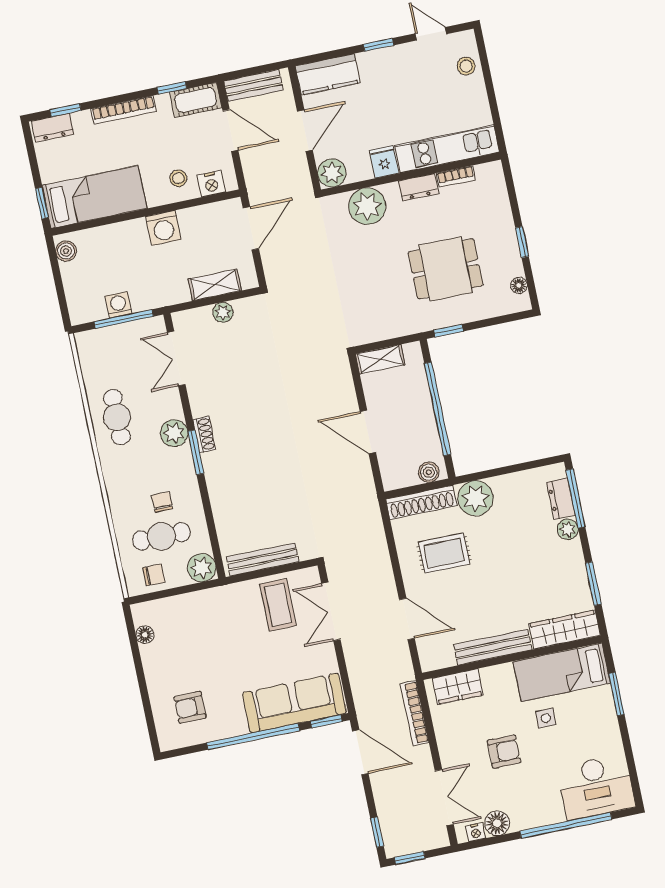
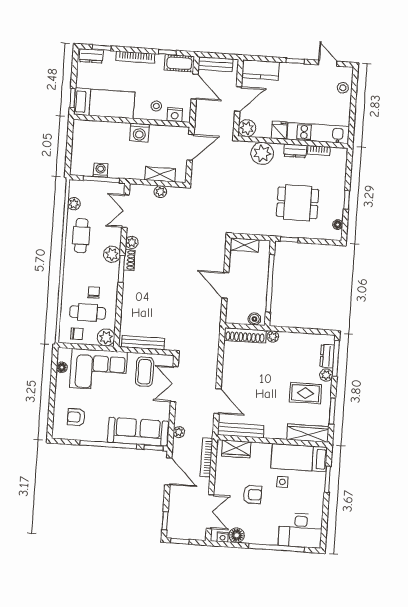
boiler: (66, 251) -> (79, 130), removed
plant: (91, 370) -> (74, 204), added
plant: (200, 406) -> (132, 242), added
plant: (475, 498) -> (273, 336), width x0.53, depth x0.53
rug: (444, 553) -> (305, 393), moved
corner sofa: (204, 622) -> (98, 370), added
bench: (493, 647) -> (241, 430), moved
plant: (359, 685) -> (179, 432), added

